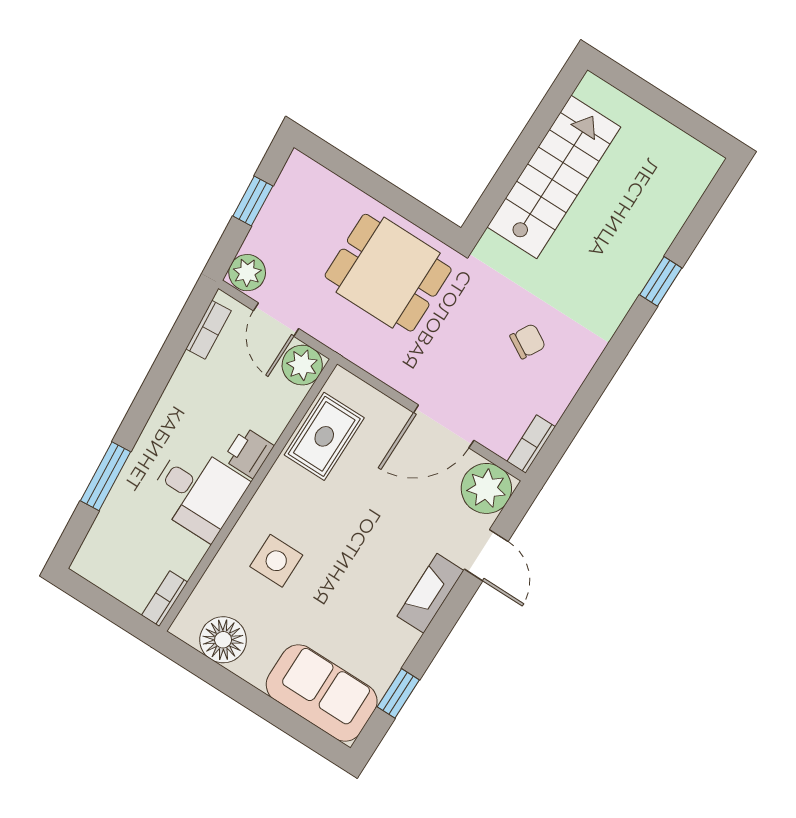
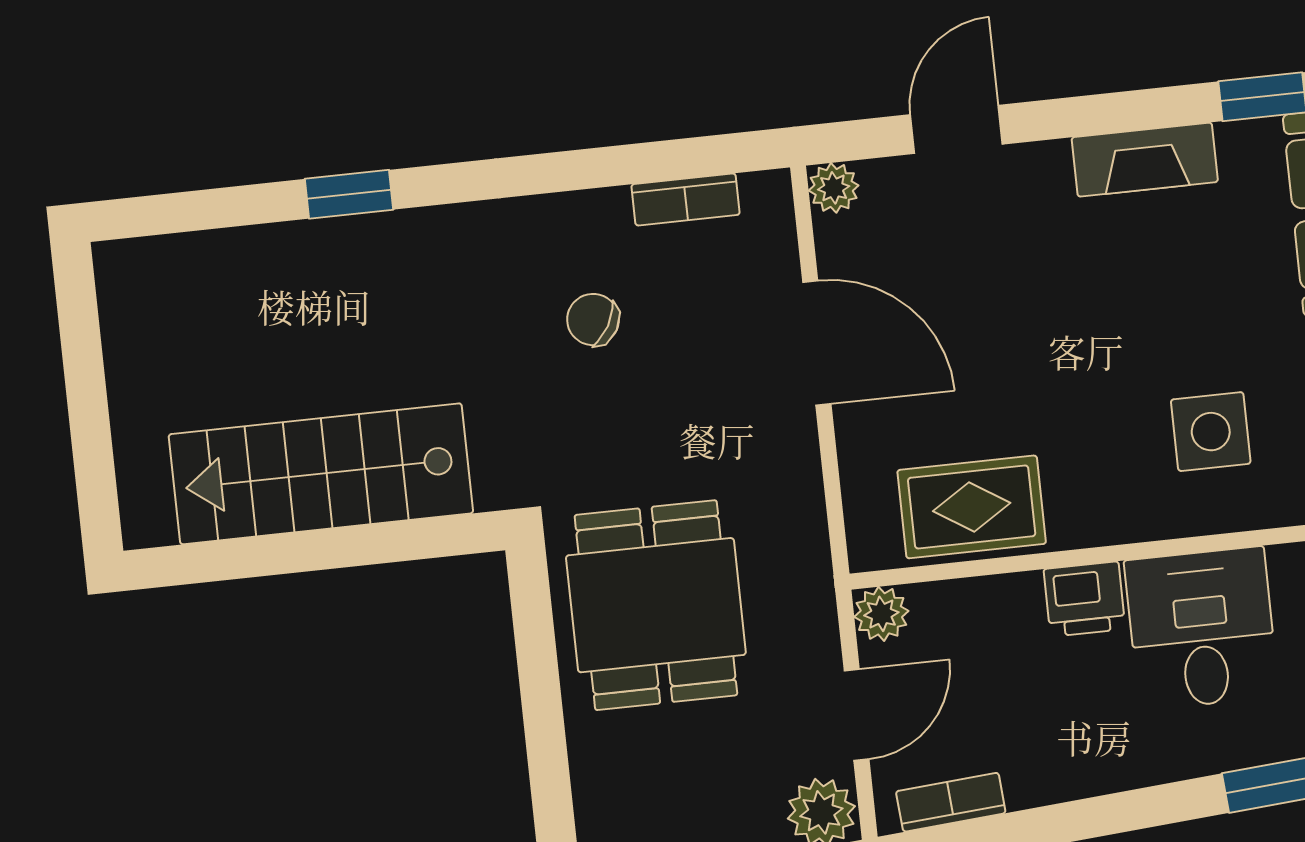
plant: (302, 365) -> (881, 614), width x0.73, depth x0.73
bookcase: (531, 444) -> (686, 199), moved
plant: (486, 488) -> (834, 188), width x0.53, depth x0.53
fireplace: (430, 593) -> (1145, 160), moved

